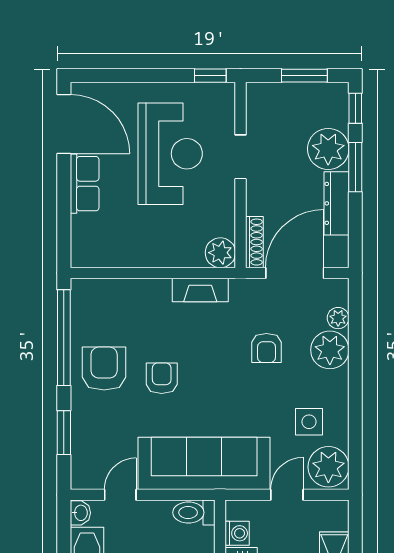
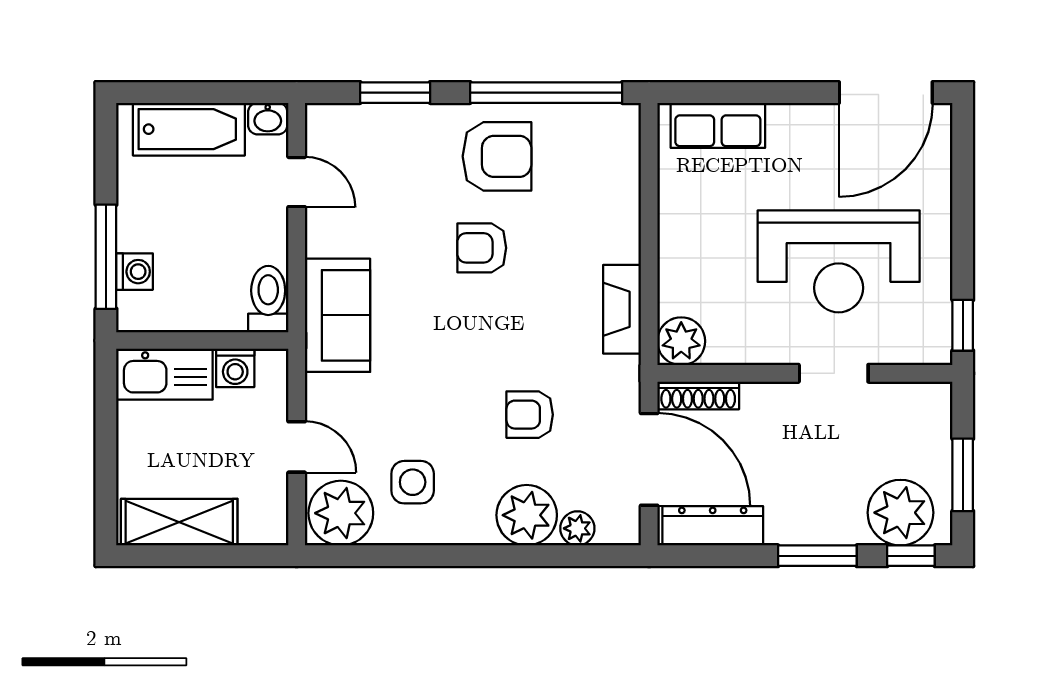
plant: (328, 149) -> (900, 513), moved
row of seats: (85, 184) -> (718, 125), moved
dresser: (336, 203) -> (713, 526), moved
armchair: (162, 378) -> (482, 248), turned 180
sofa: (204, 463) -> (338, 315), width x0.54, depth x0.79

